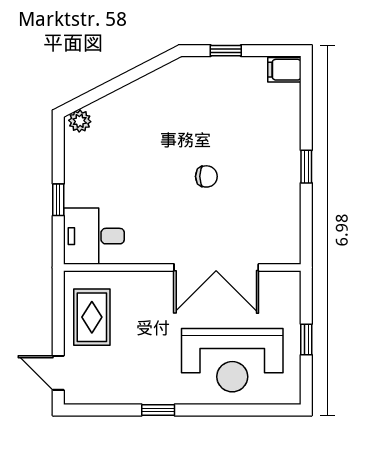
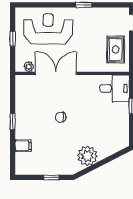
filing cabinet: (284, 70) -> (23, 146), moved
plant: (80, 121) -> (87, 156), moved, width x1.88, depth x1.88
plant: (273, 281) -> (29, 67), added

